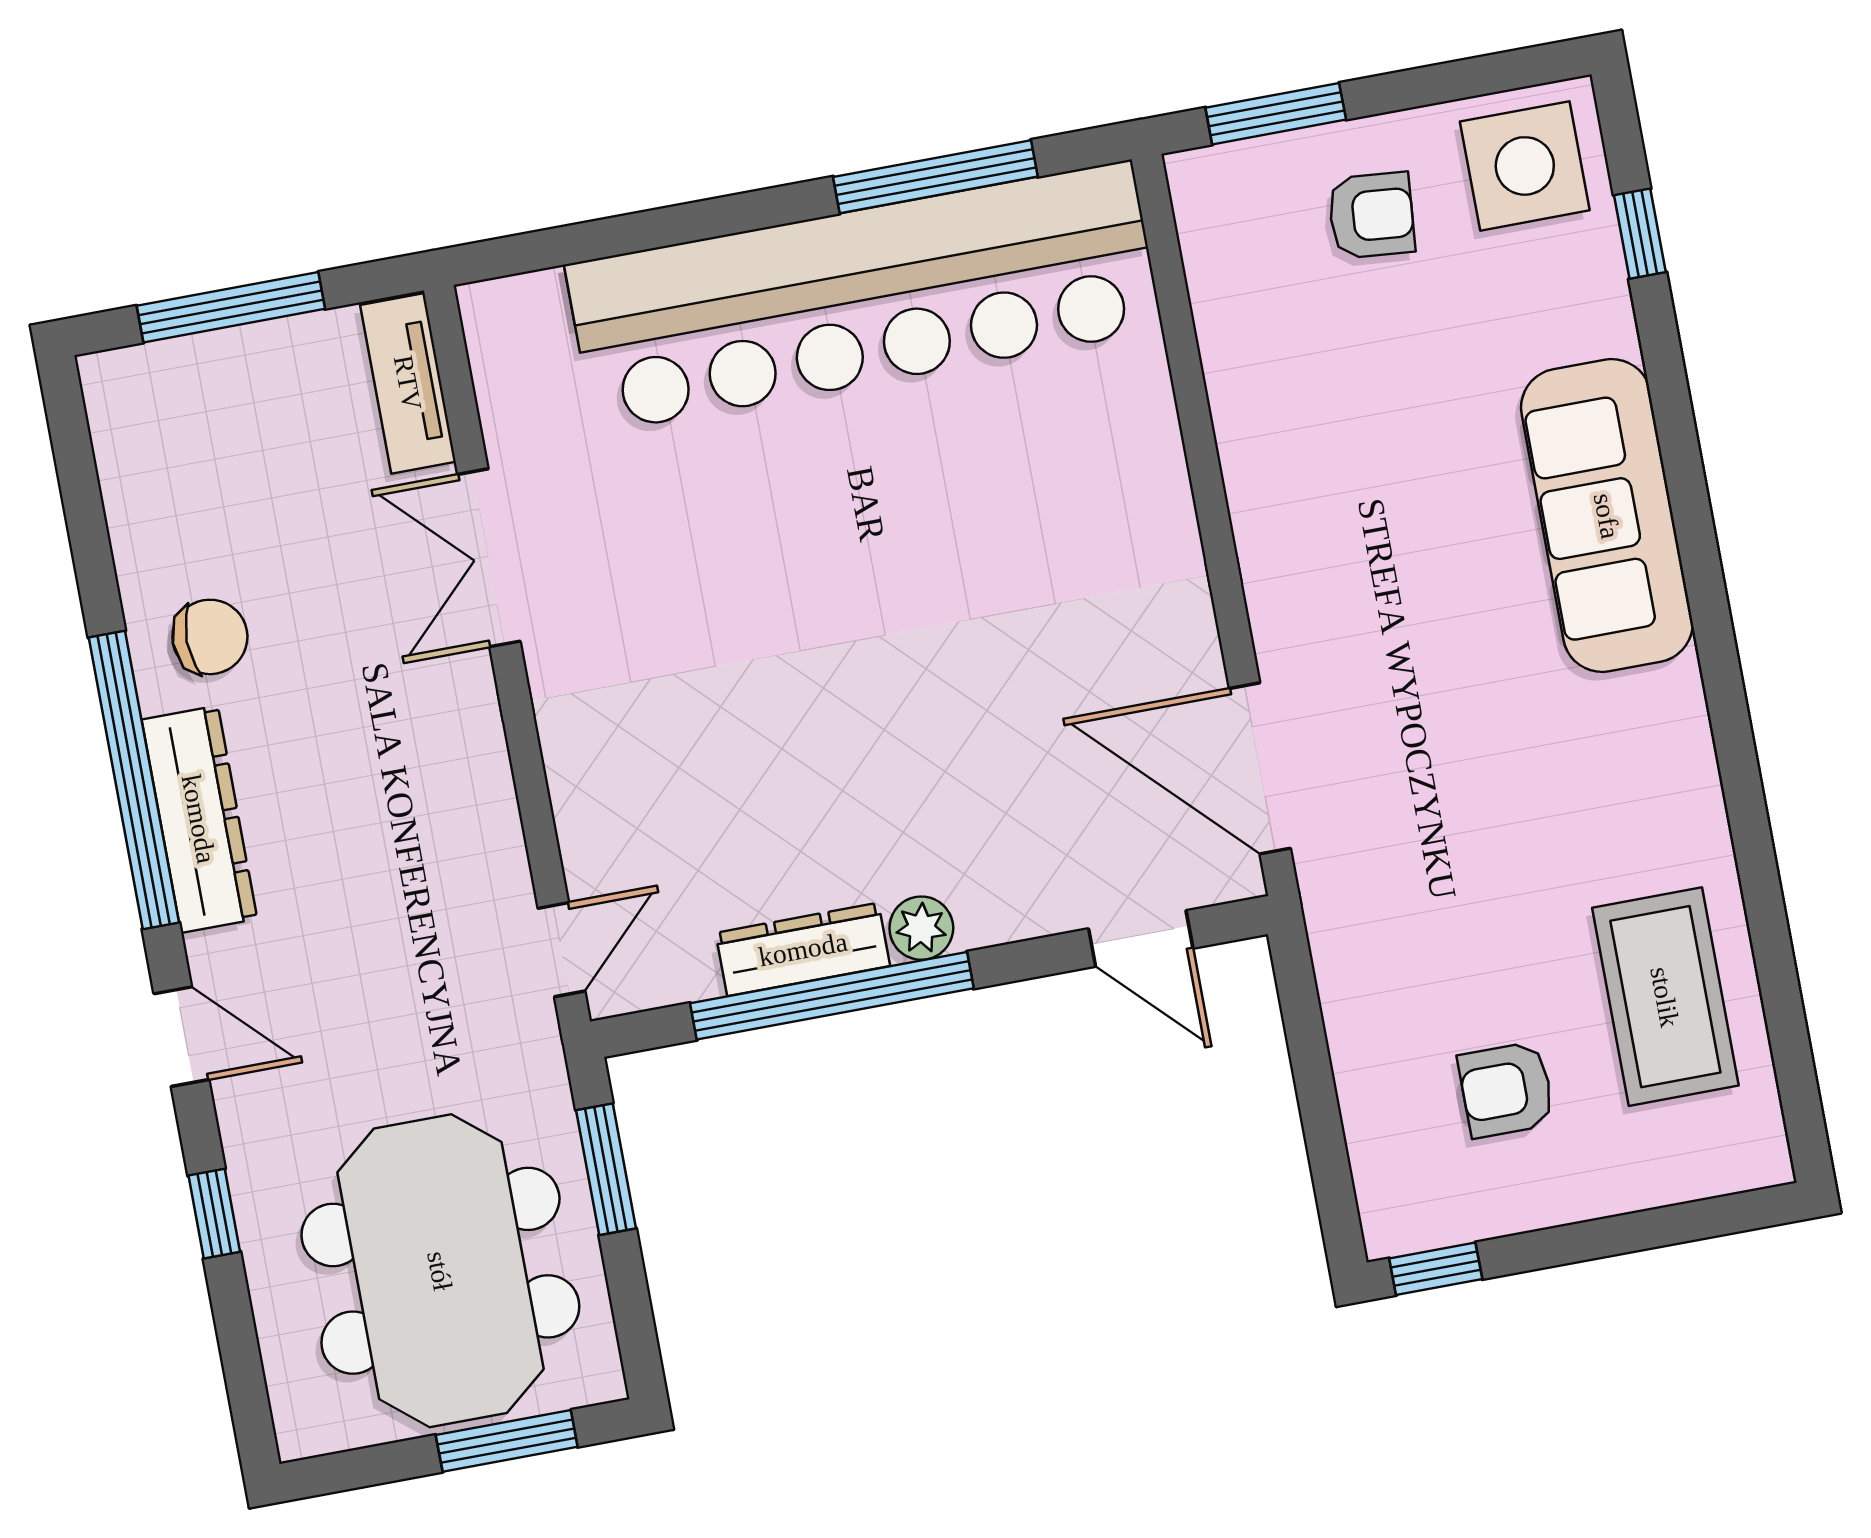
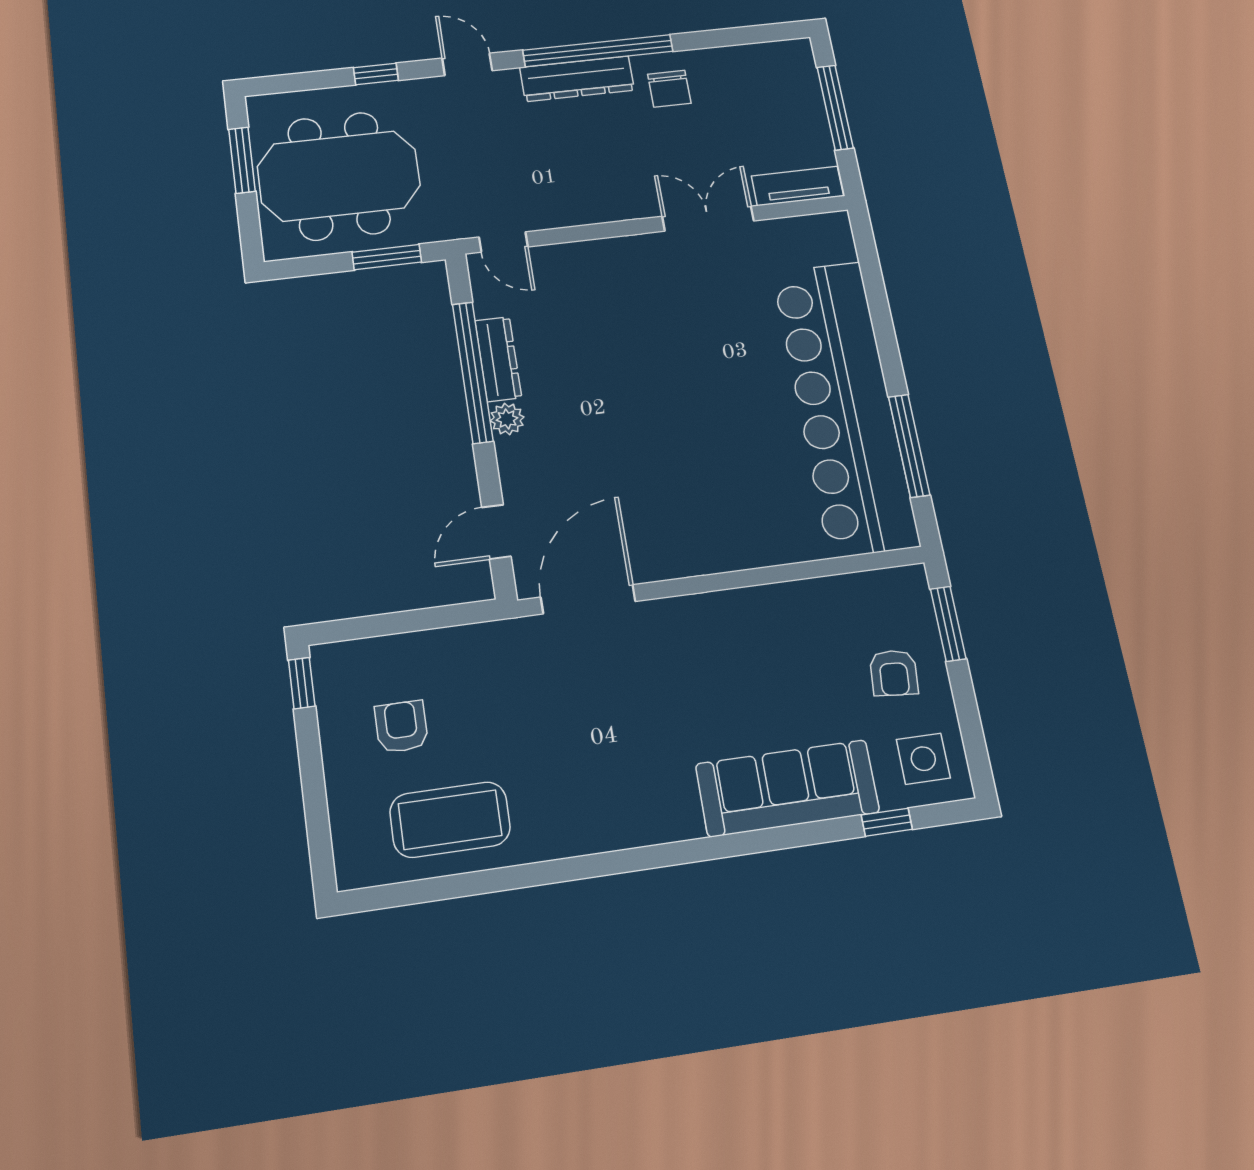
side table: (1525, 166) -> (923, 759), width x0.73, depth x0.73
sofa: (1607, 516) -> (787, 788), moved
door: (181, 1037) -> (467, 64), swing flipped
window: (507, 1441) -> (242, 160), moved

